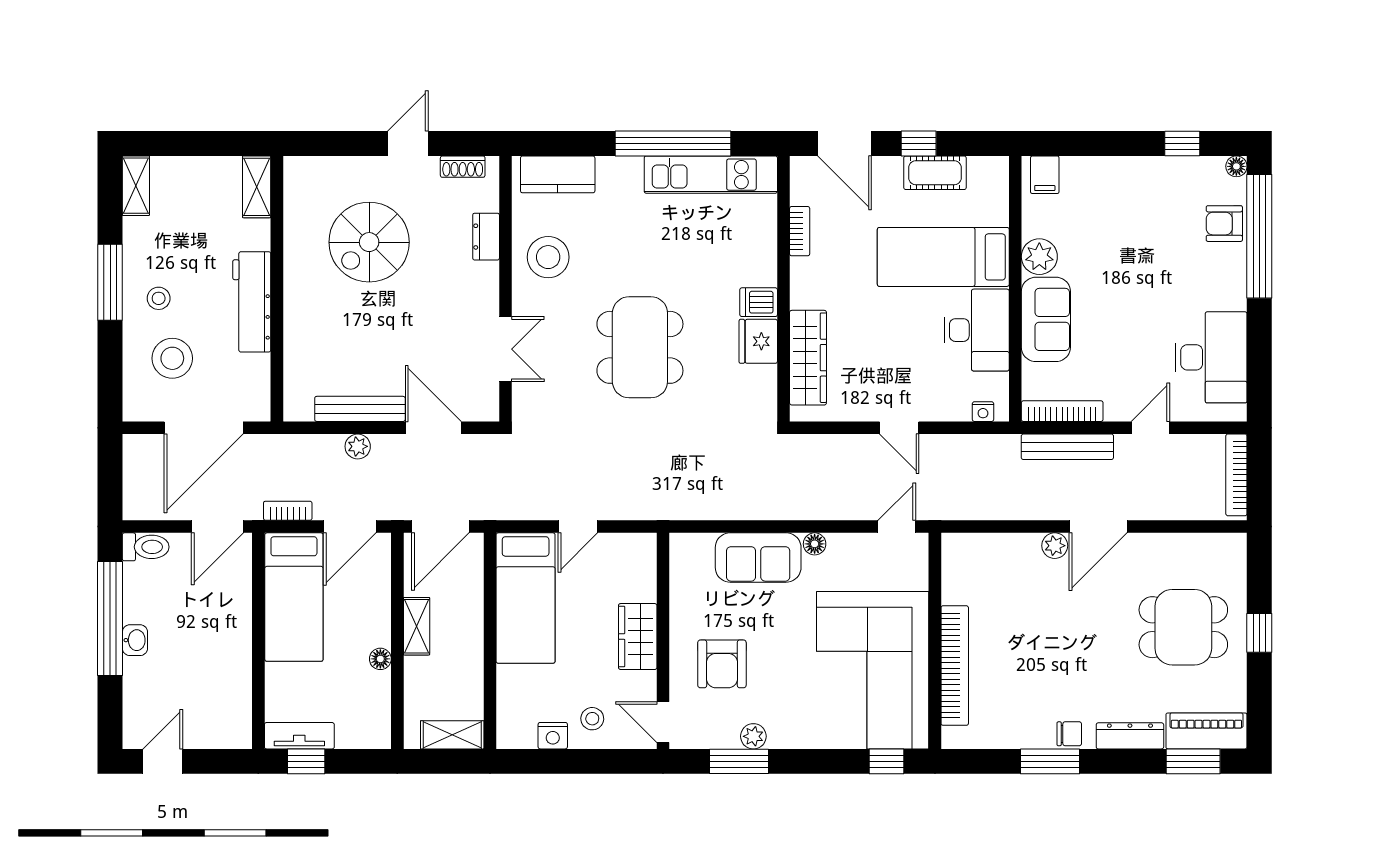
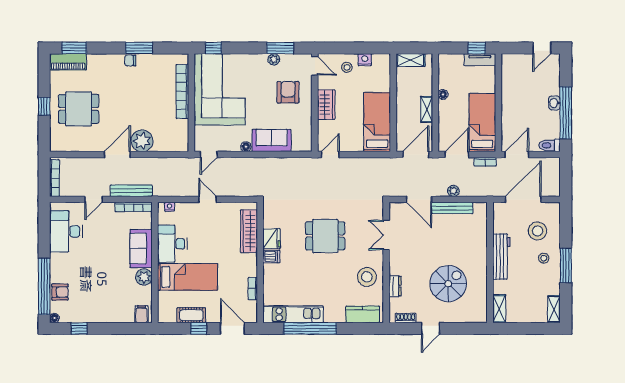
dining table: (640, 347) -> (325, 236), width x0.73
door: (578, 527) -> (330, 155), moved
plant: (1055, 546) -> (142, 141), width x1.87, depth x1.87
dresser: (1130, 736) -> (103, 60), removed

